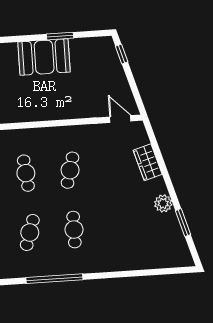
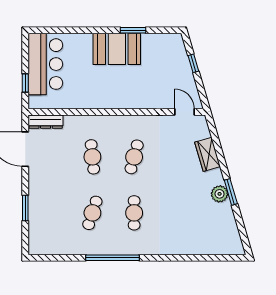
window: (122, 54) -> (193, 63), moved
window: (183, 223) -> (231, 192), moved

